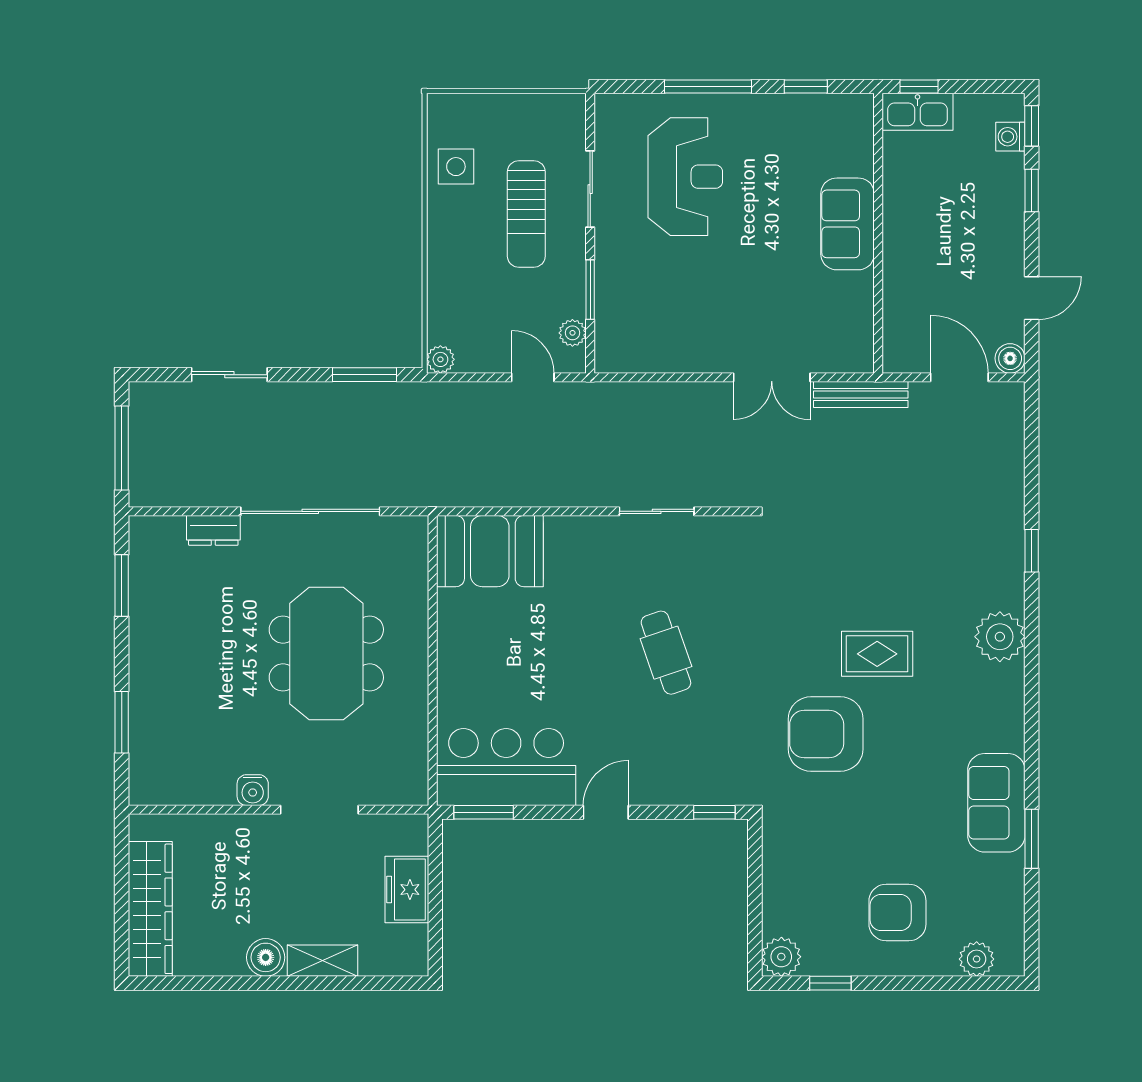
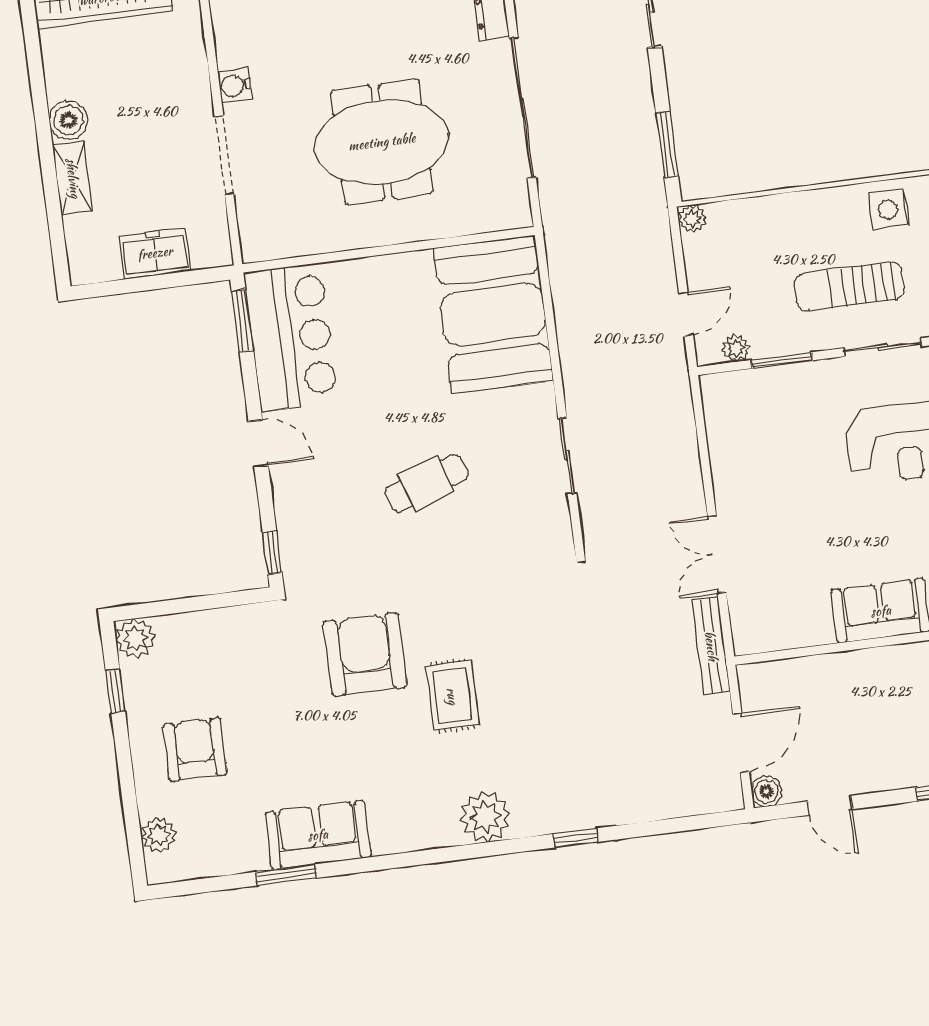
booth: (490, 551) -> (493, 314), width x1.36, depth x1.42

